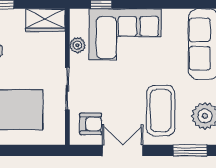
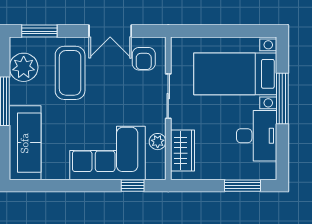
wardrobe: (45, 20) -> (182, 151), moved, turned 90
armchair: (91, 124) -> (144, 59), turned -90

